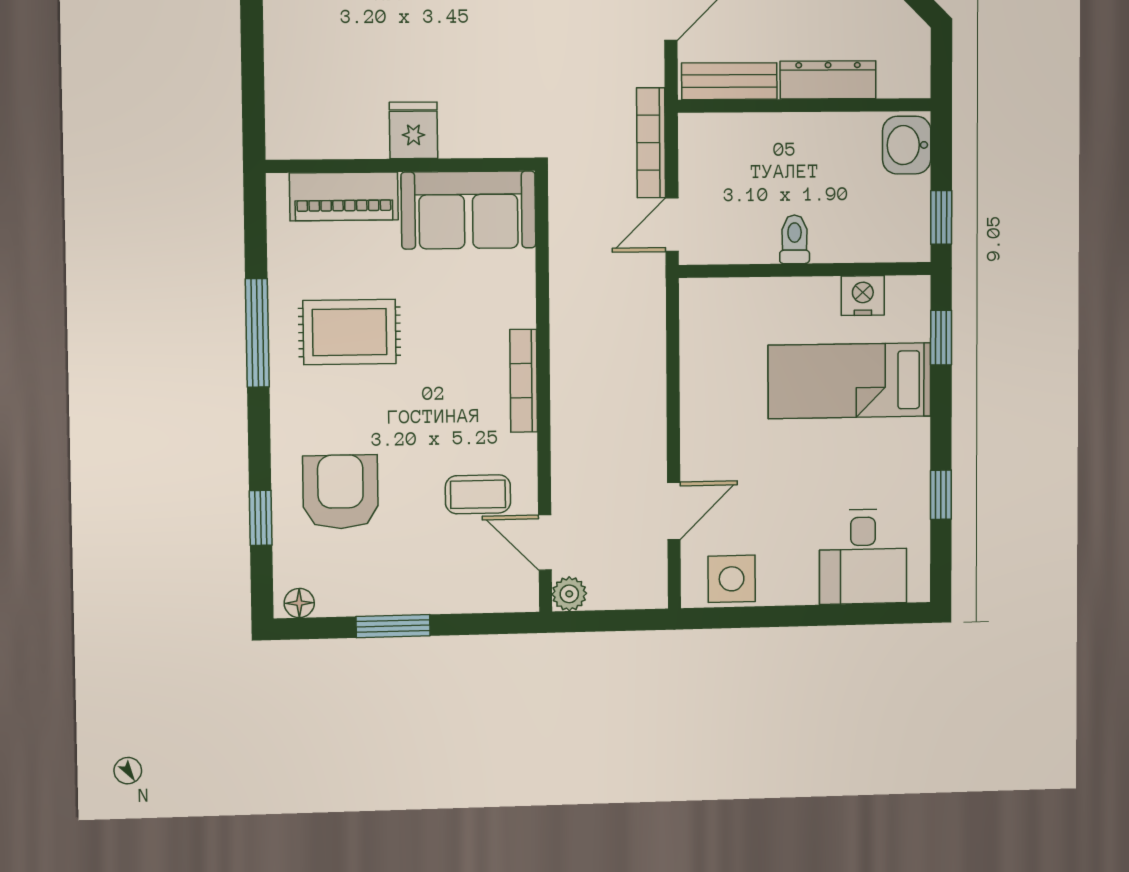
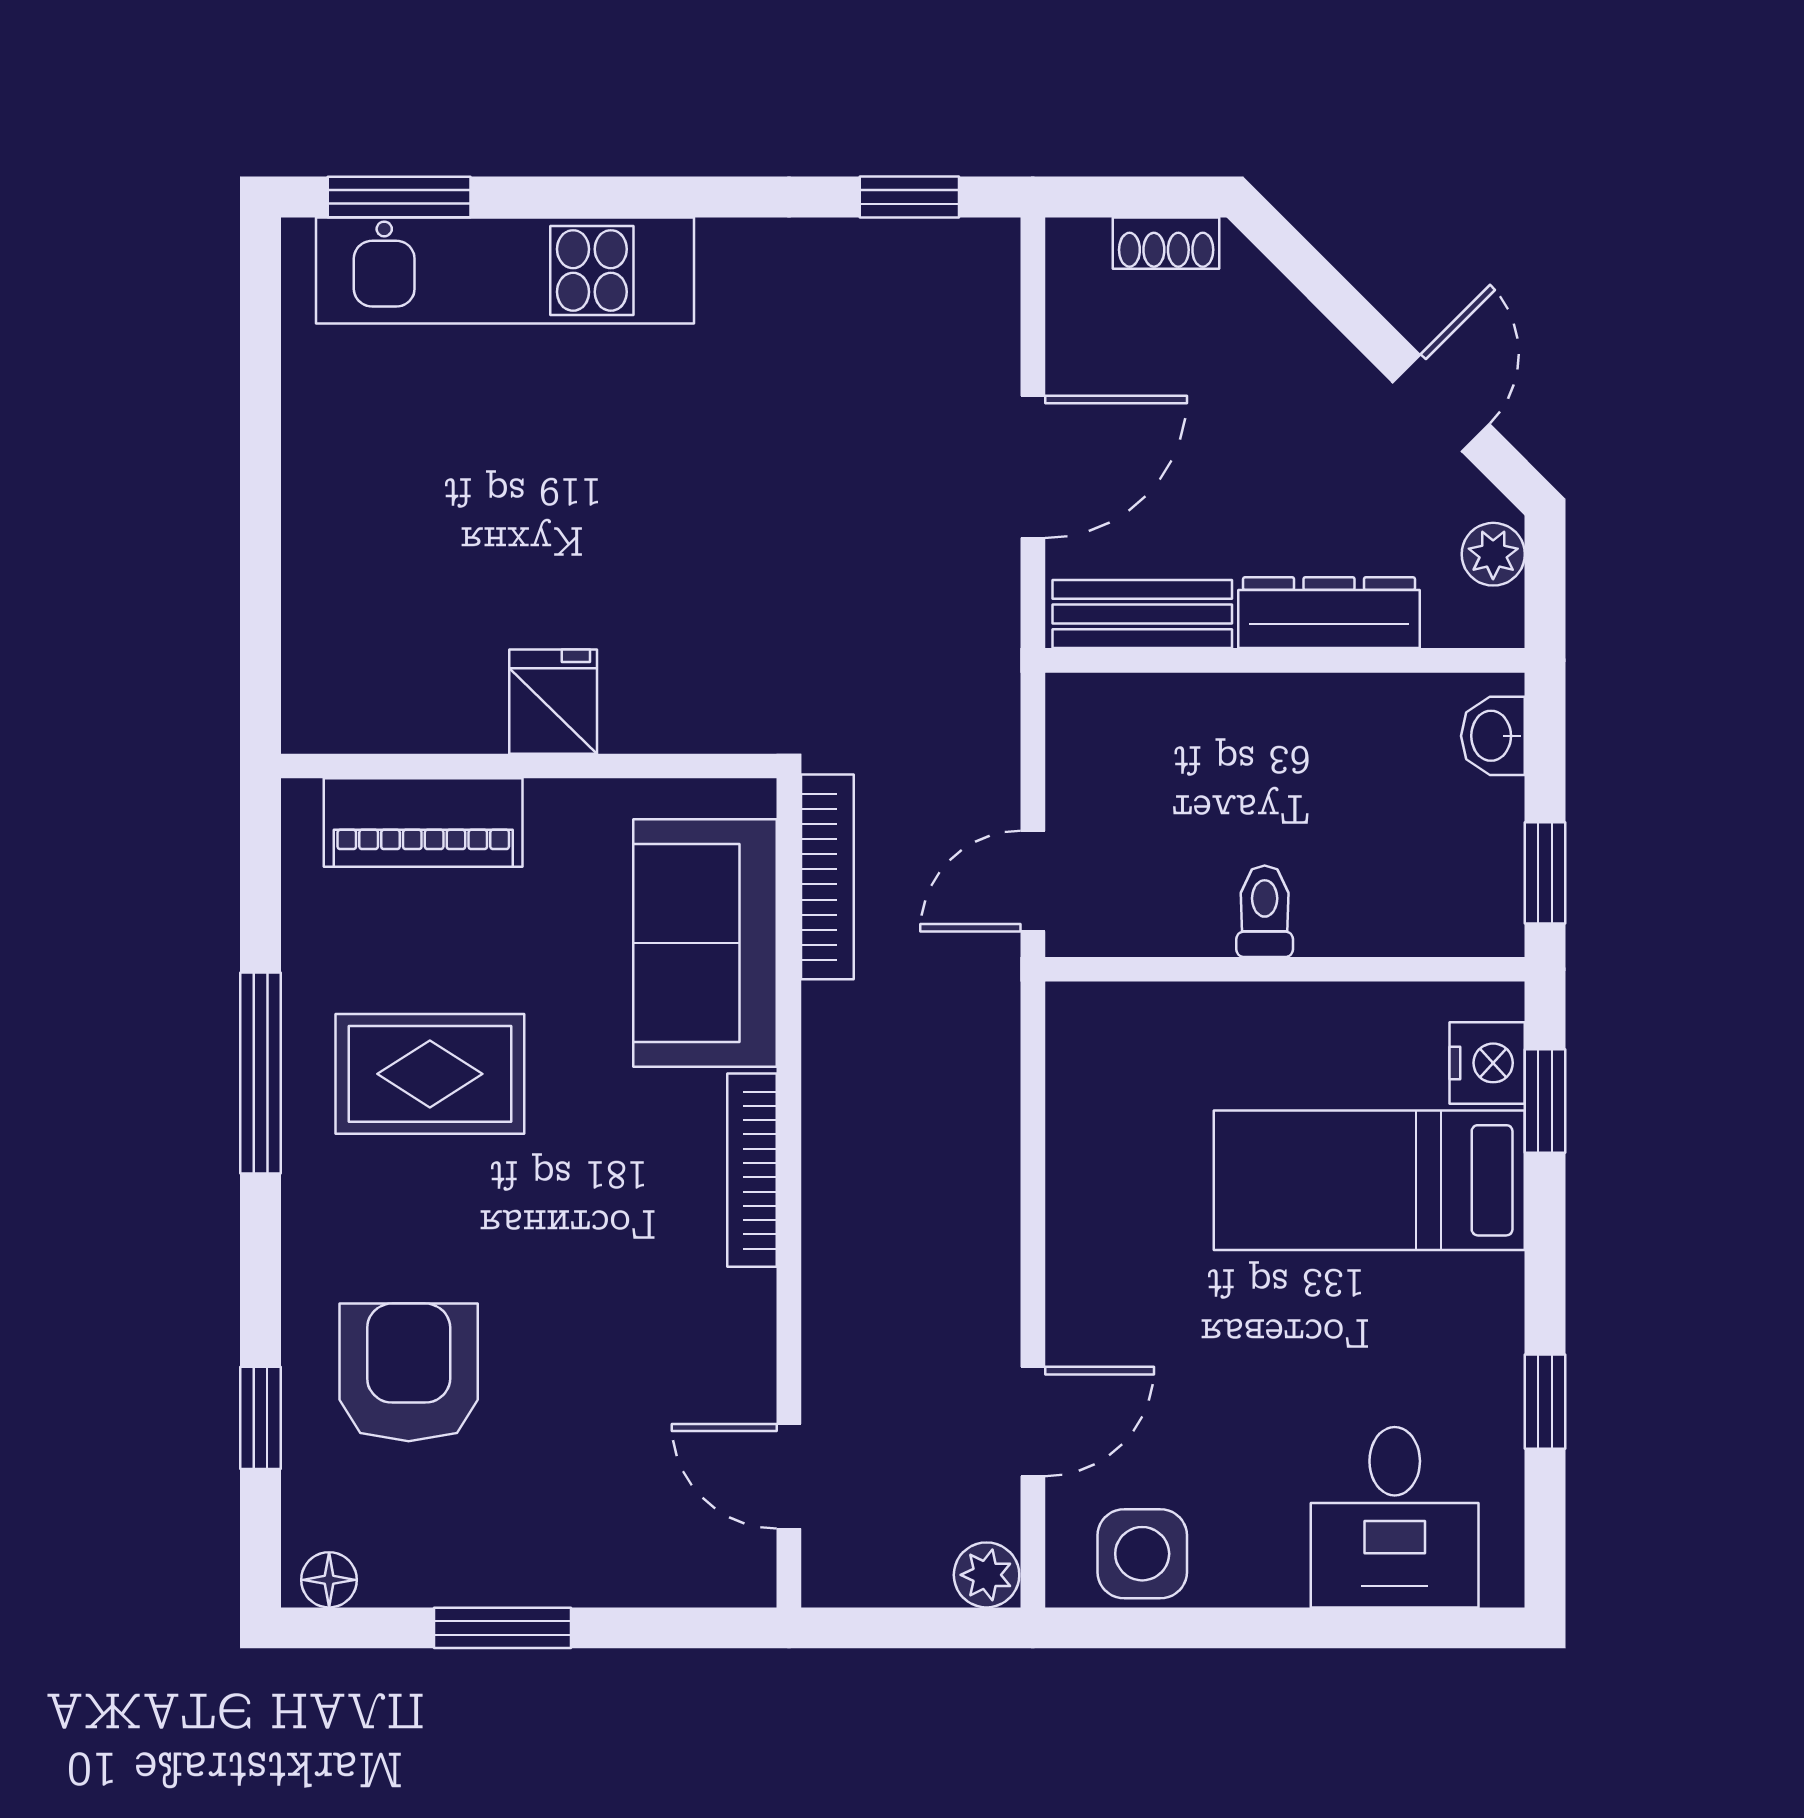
plant: (914, 48) -> (1493, 554), added
bookcase: (651, 143) -> (827, 877), moved, turned 180
washbasin: (907, 145) -> (1493, 736), width x0.72, depth x0.69
sofa: (468, 210) -> (705, 943), moved, turned 90
nightstand: (863, 296) -> (1487, 1063), moved, turned 90
coffee table: (478, 494) -> (664, 1382), removed
plant: (569, 594) -> (987, 1575), moved

